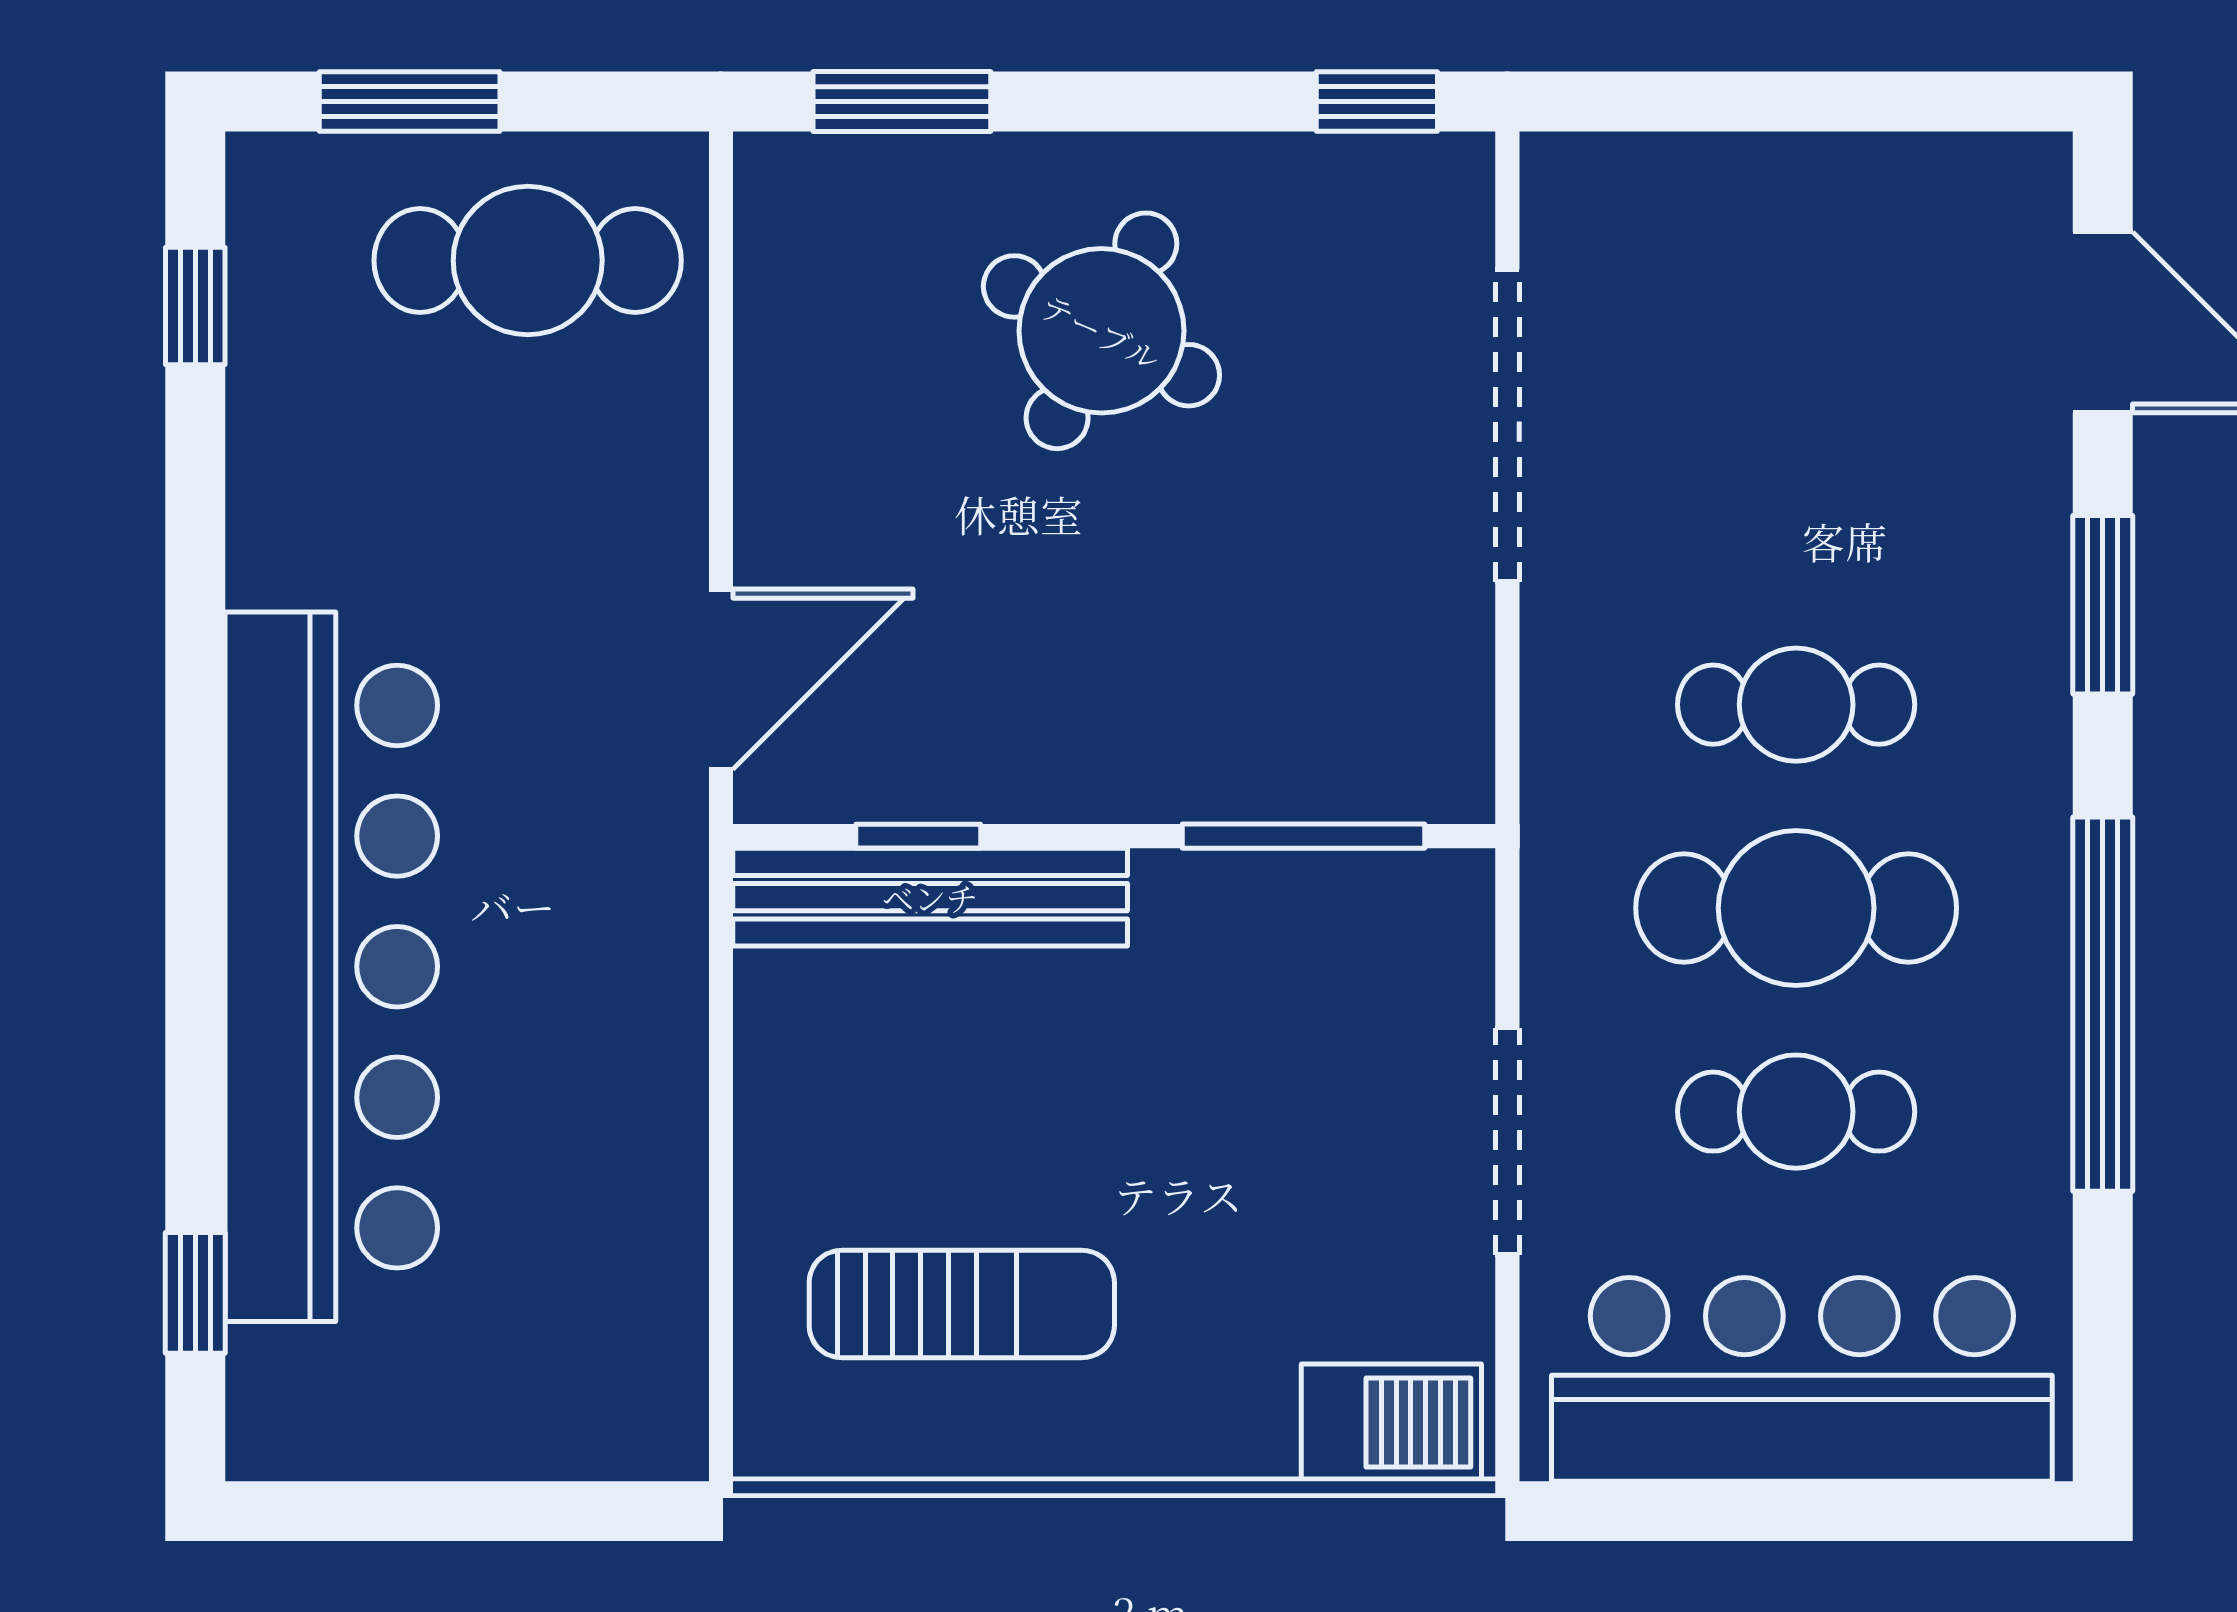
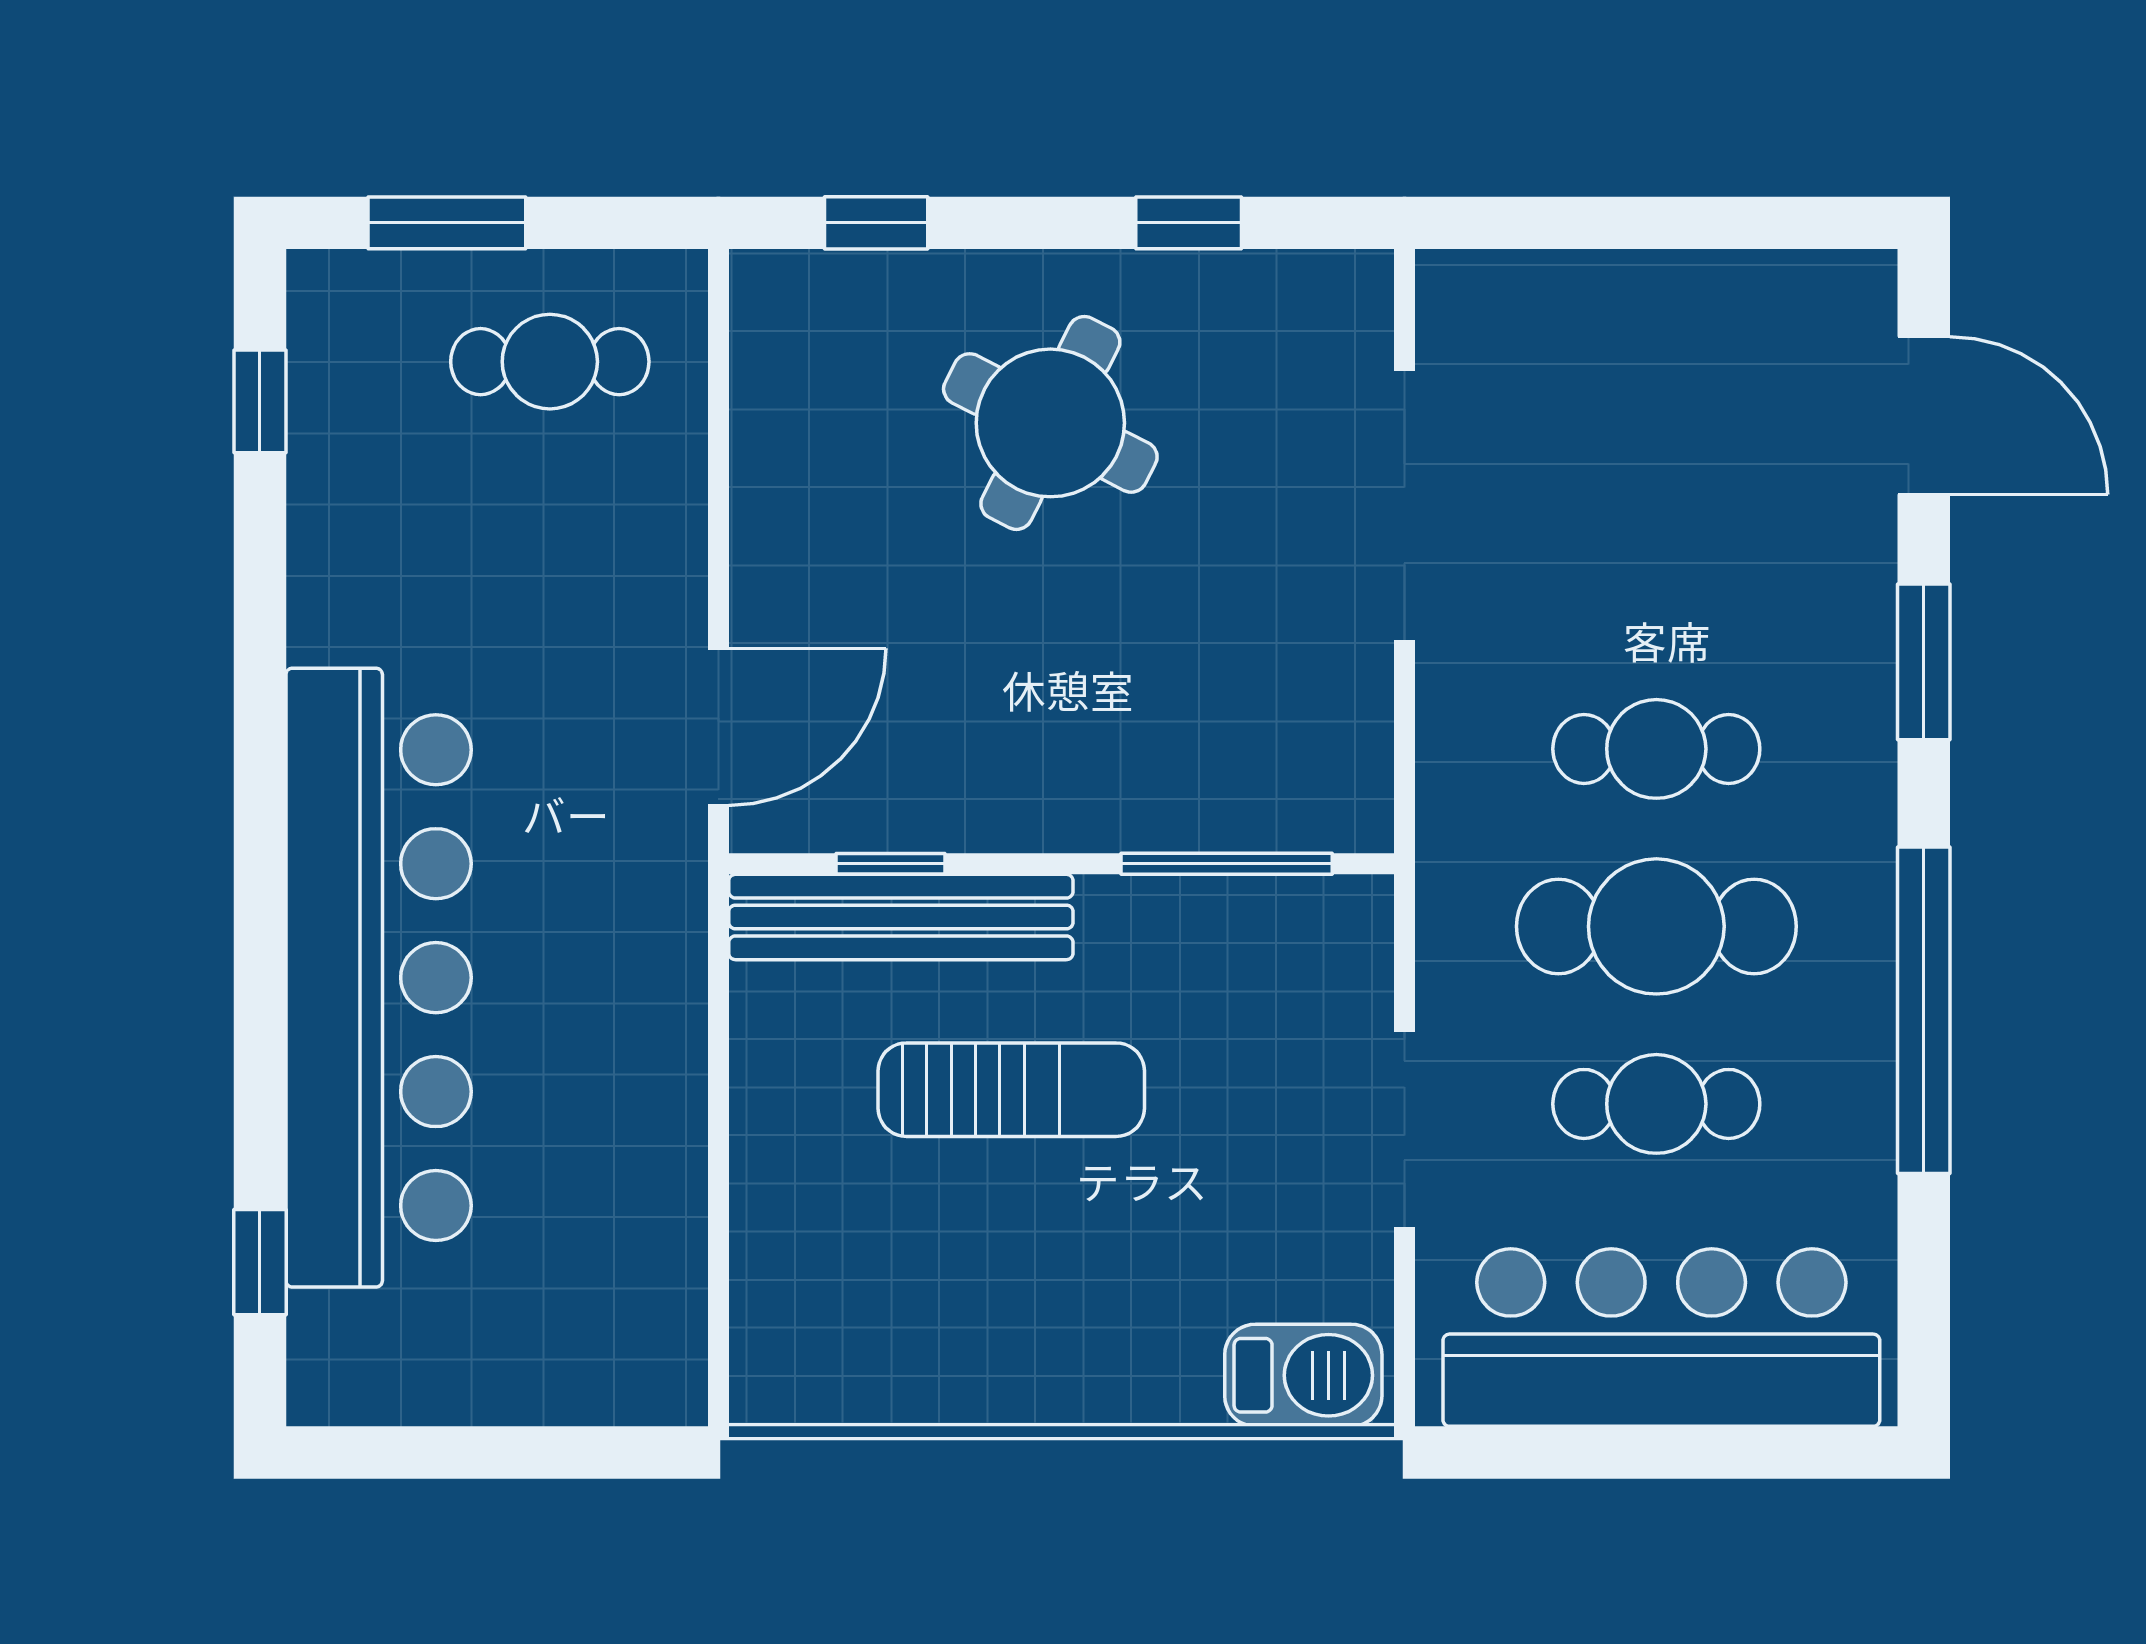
window: (902, 101) -> (876, 223), width x0.67
window: (1377, 101) -> (1189, 223), moved
cafe table: (528, 260) -> (550, 362), width x0.73, depth x0.74
sun lounger: (962, 1304) -> (1011, 1090), moved

